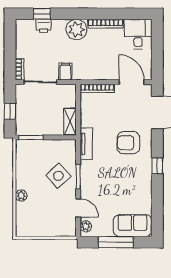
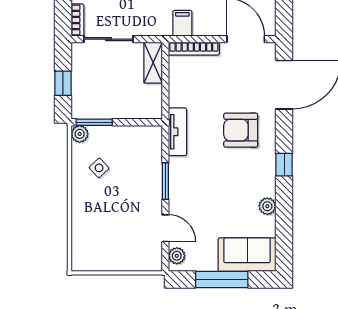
filing cabinet: (65, 72) -> (182, 23), moved
shelving: (70, 122) -> (153, 63), moved
side table: (58, 176) -> (99, 168), moved, width x0.54, depth x0.54
plant: (146, 193) -> (267, 206), added
plant: (21, 195) -> (80, 134), moved

